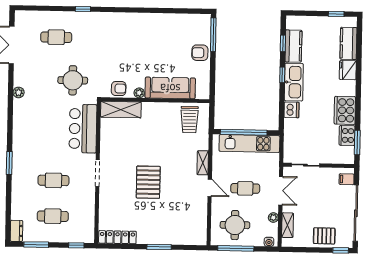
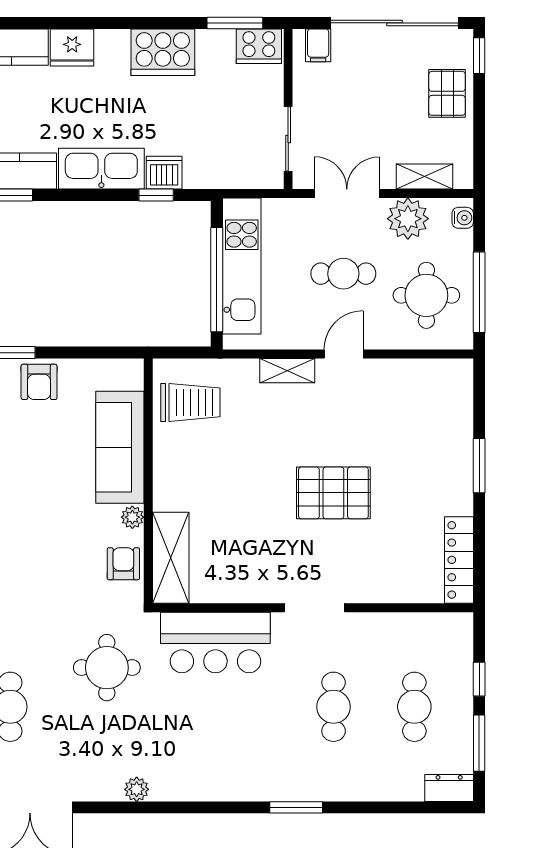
window: (282, 75) -> (156, 195), moved
cooker: (347, 135) -> (259, 46), moved
cafe table: (245, 188) -> (343, 274), turned 90
plant: (273, 218) -> (408, 219), width x1.87, depth x1.87
window: (76, 245) -> (479, 679), moved

